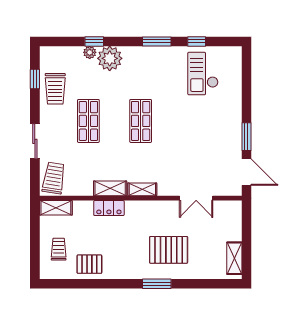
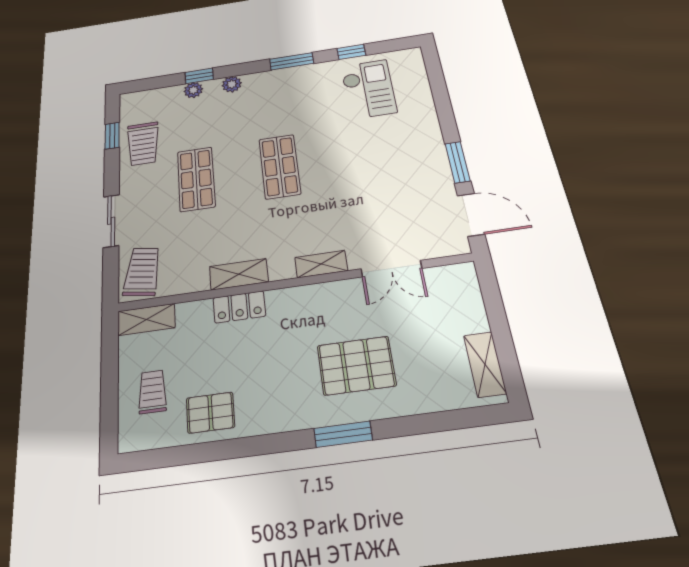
plant: (110, 58) -> (232, 84), width x0.53, depth x0.53
checkout: (203, 74) -> (368, 89), turned 180
shelving: (142, 189) -> (321, 264), moved

